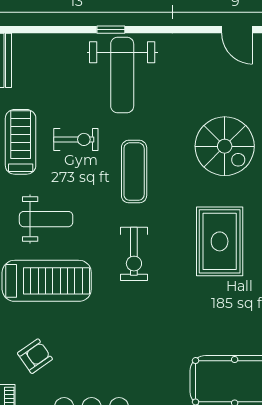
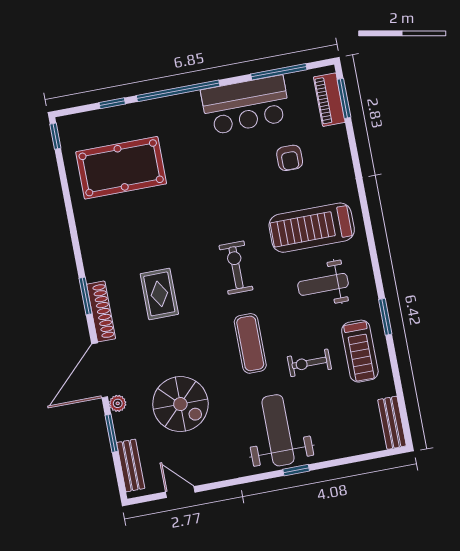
spiral stairs: (225, 146) -> (180, 404), moved, turned 180
rug: (220, 241) -> (159, 294), width x0.73, depth x0.70
armchair: (35, 356) -> (290, 158), moved, turned -55

